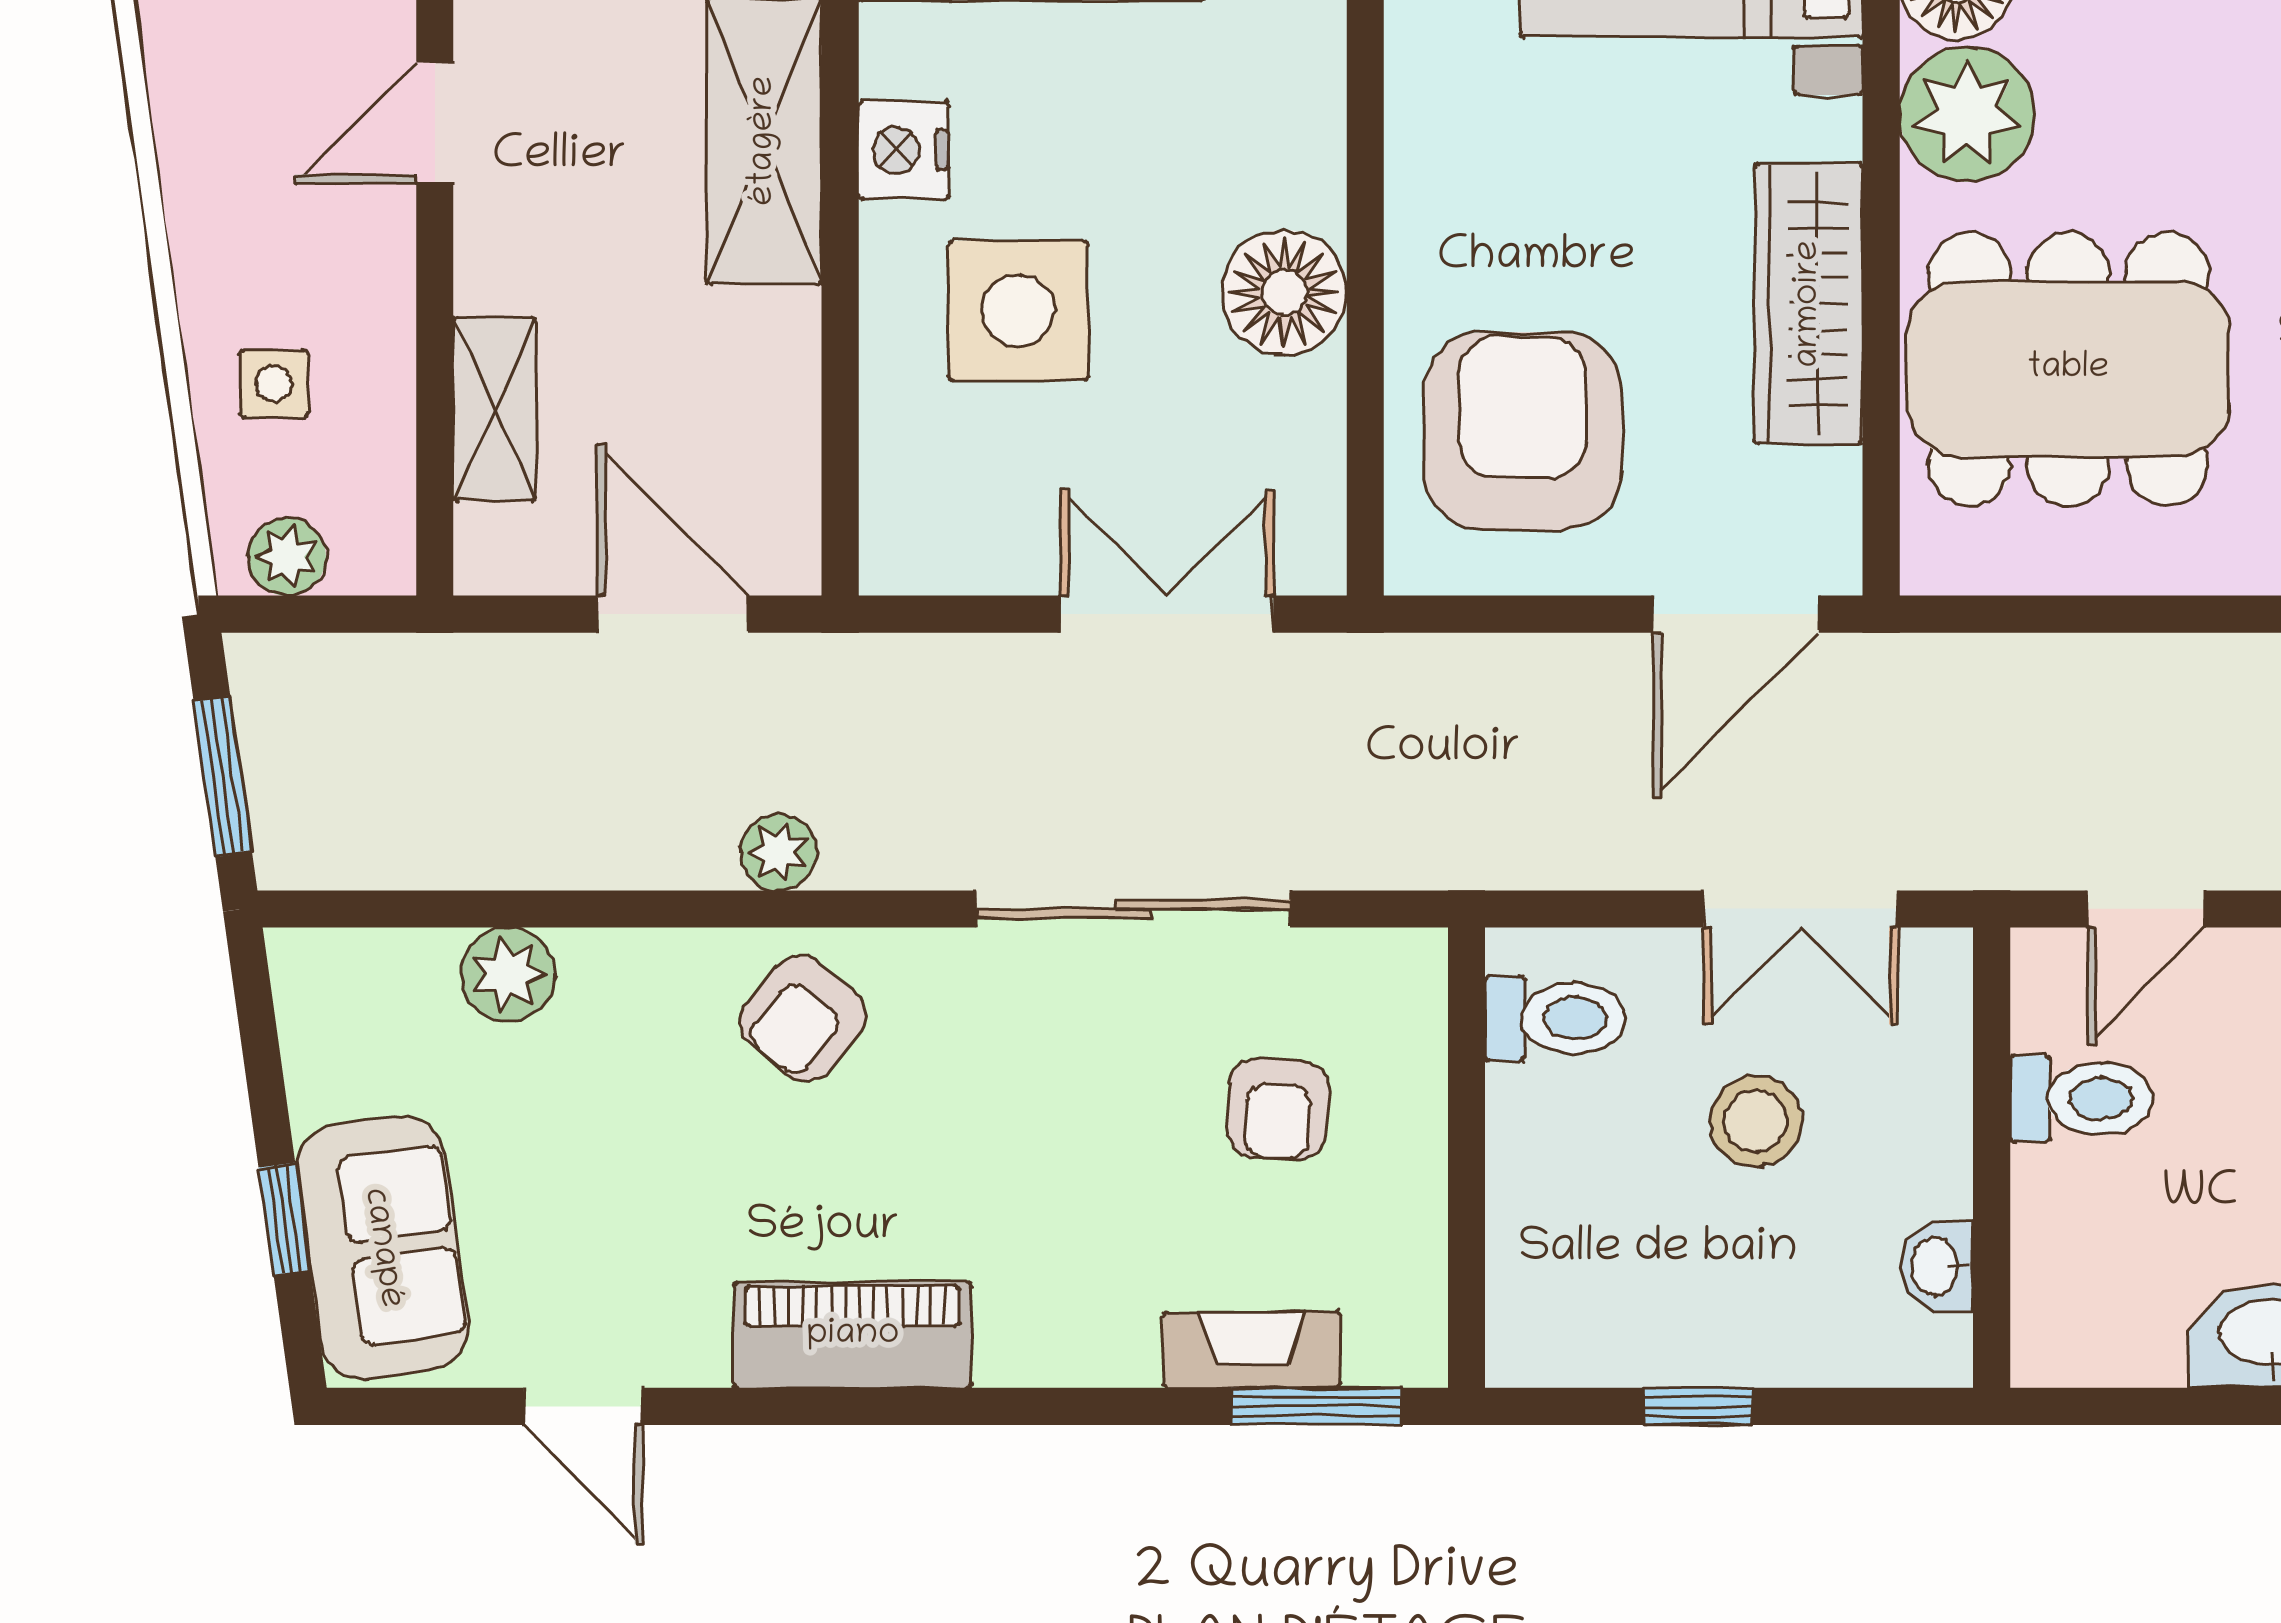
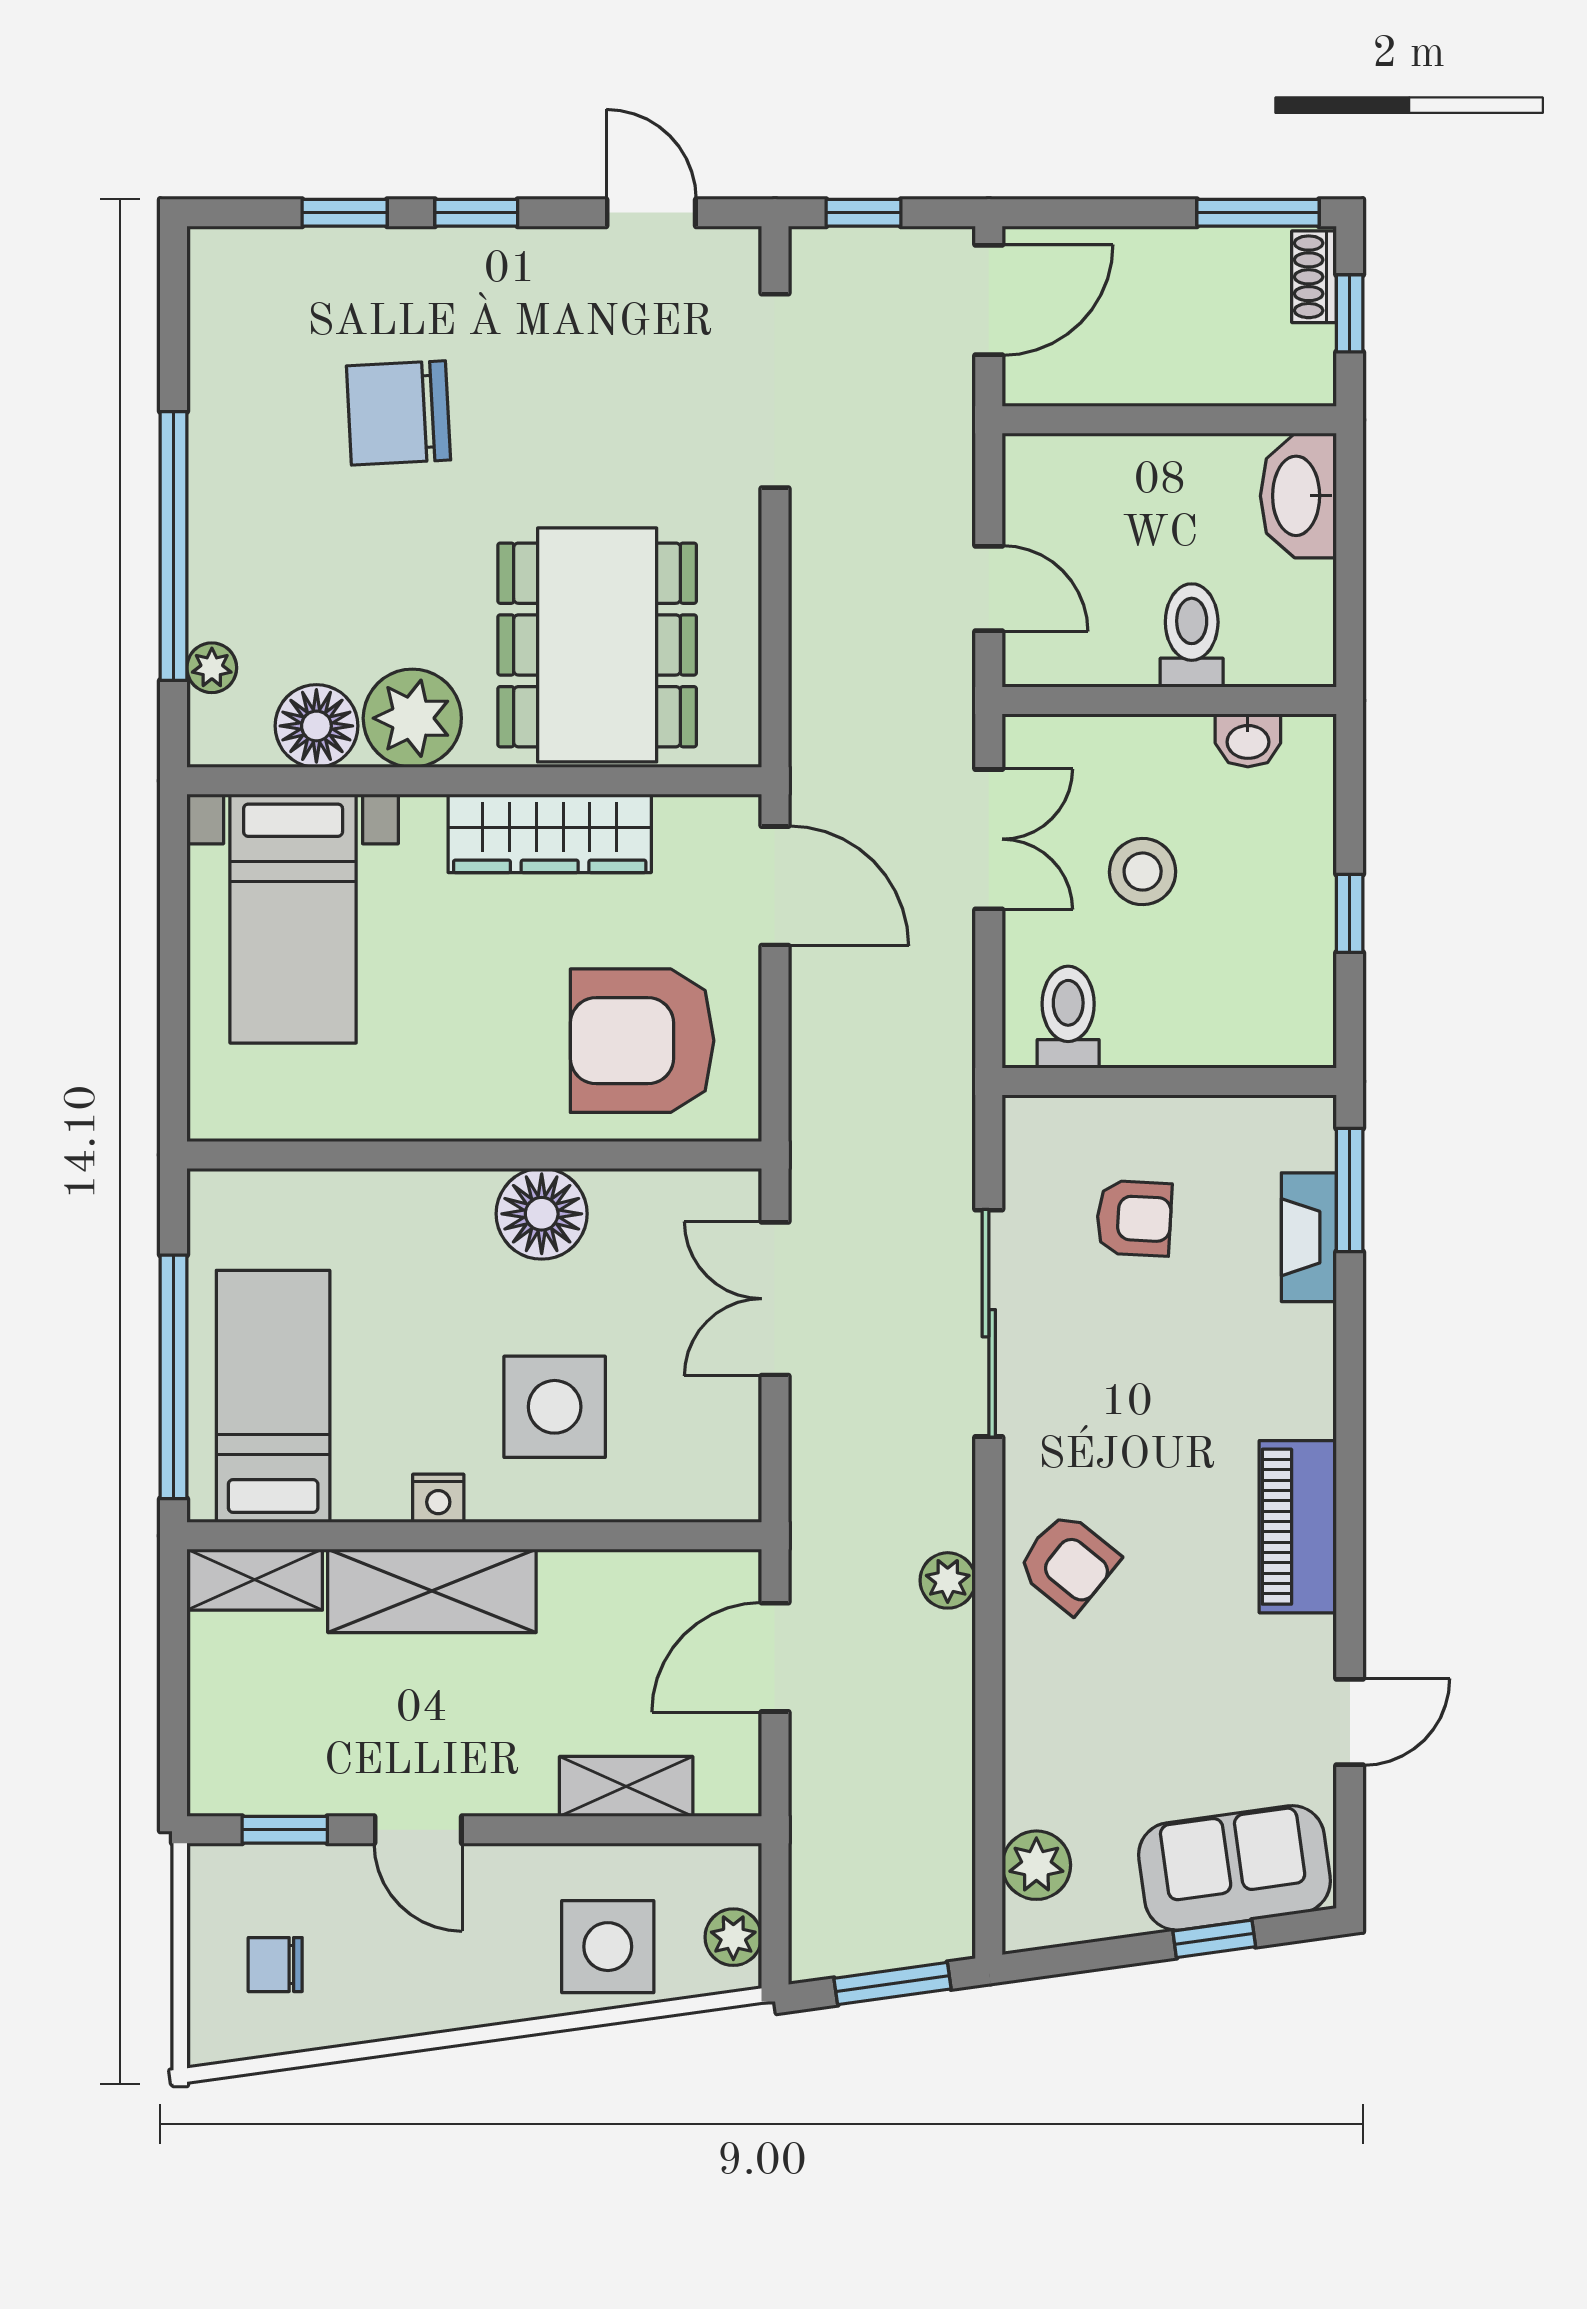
nightstand: (904, 150) -> (438, 1498), width x0.72, depth x0.74
side table: (274, 384) -> (608, 1947), width x1.87, depth x1.87
plant: (508, 975) -> (1036, 1865), moved
toilet: (2081, 1099) -> (1192, 635), moved

